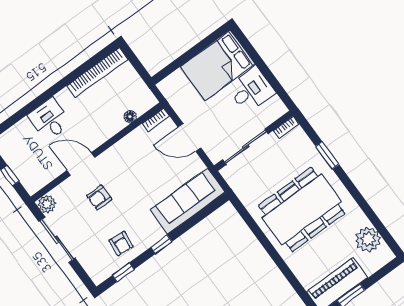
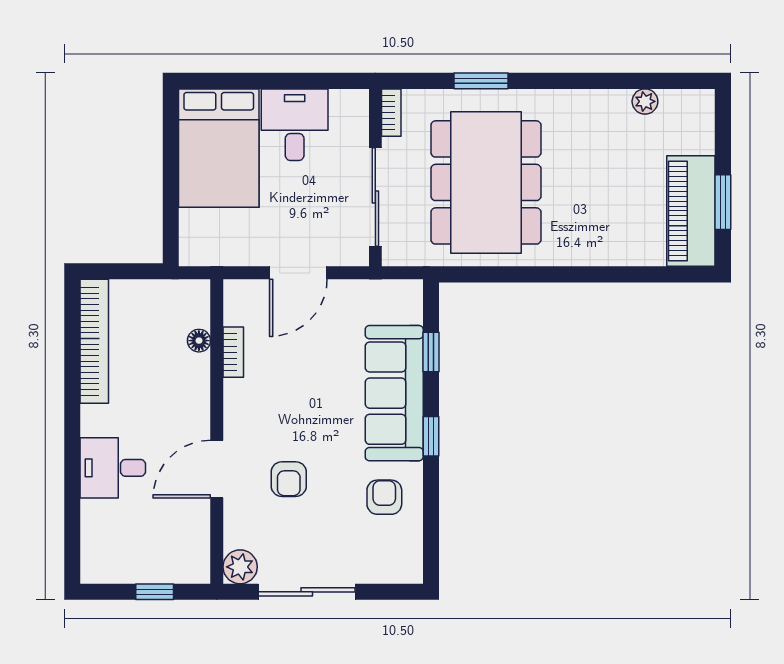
bookcase: (156, 120) -> (233, 352), moved
sofa: (188, 201) -> (394, 393), moved
dining table: (302, 209) -> (486, 182), moved
plant: (368, 239) -> (645, 101), width x0.53, depth x0.53
armchair: (121, 243) -> (384, 497), turned -95
window: (123, 272) -> (431, 352), moved

